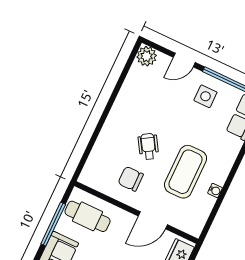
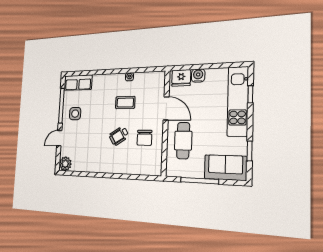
door: (184, 60) -> (59, 138), swing flipped
coffee table: (186, 172) -> (125, 103), width x0.54, depth x0.58
cafe table: (88, 216) -> (183, 141), moved

